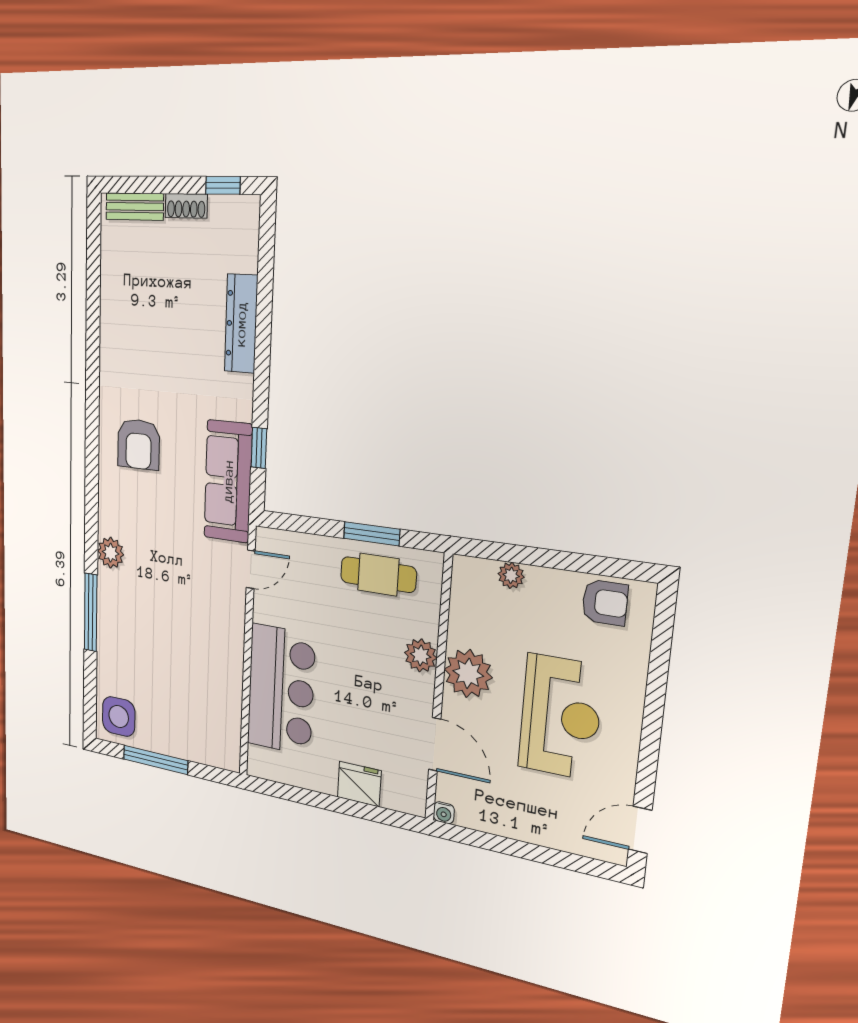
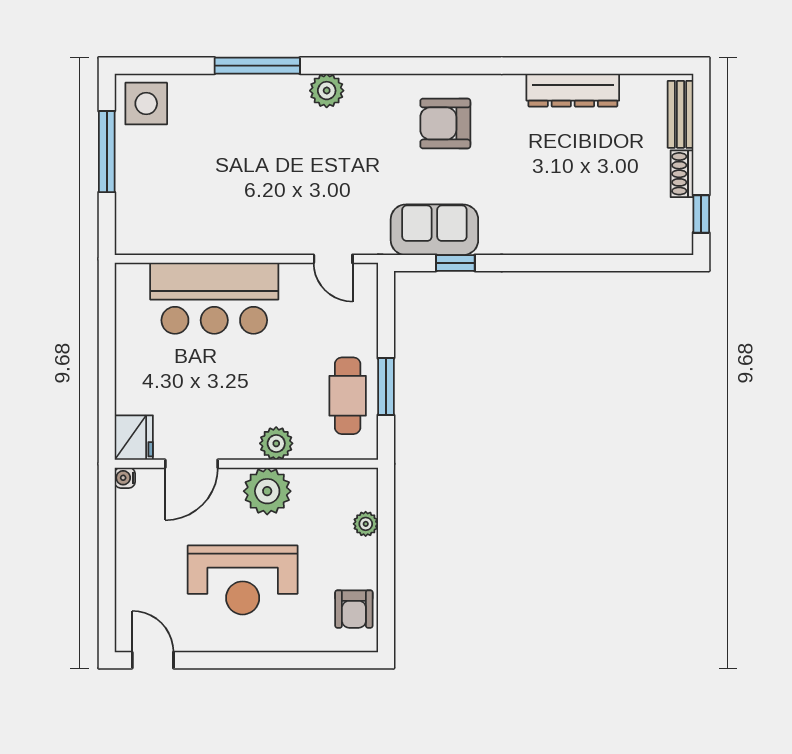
dresser: (241, 324) -> (573, 90), moved, turned 180
sofa: (228, 481) -> (434, 230), width x0.73
fridge: (359, 784) -> (134, 438), moved

